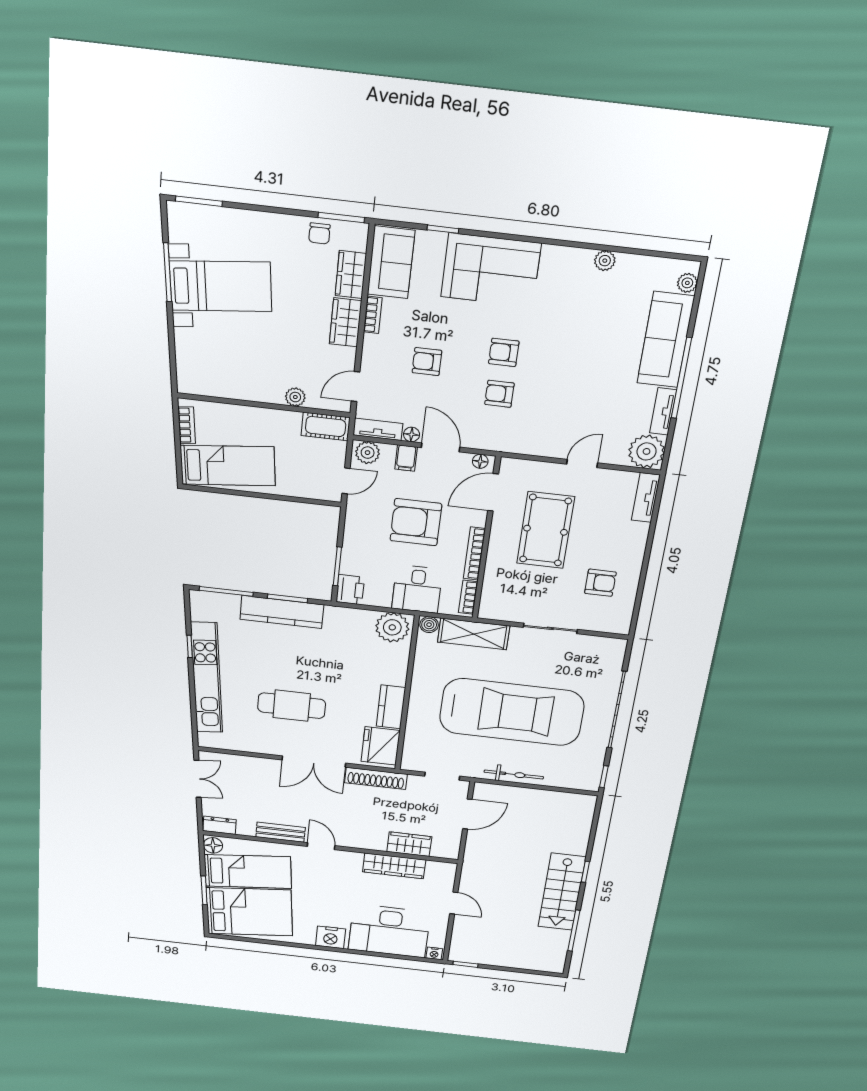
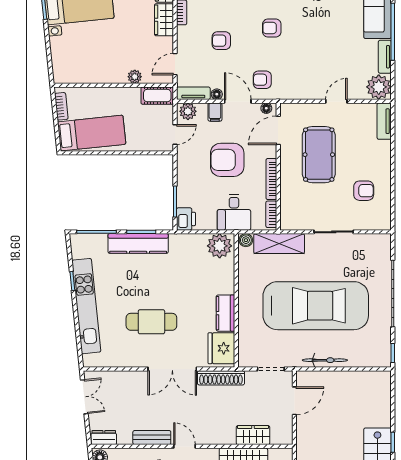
armchair: (499, 394) -> (262, 80), moved

